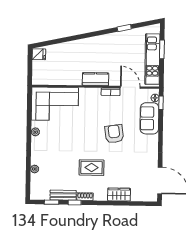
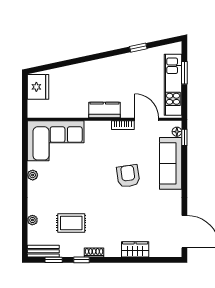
fridge: (39, 54) -> (38, 87), width x1.88, depth x1.34
sofa: (149, 118) -> (171, 163), width x1.36
rug: (92, 168) -> (71, 223), moved
bench: (63, 195) -> (43, 251), moved

